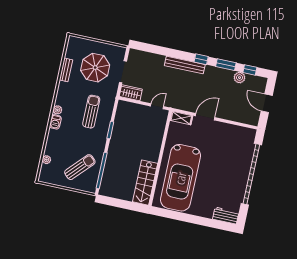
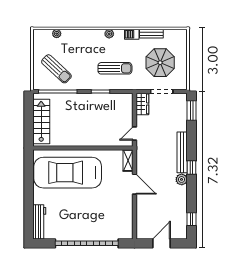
window: (226, 65) -> (192, 111), moved
plant: (240, 78) -> (182, 179), moved
door: (157, 106) -> (135, 133), swing flipped
barbecue: (55, 122) -> (132, 34), moved
stairs: (145, 183) -> (41, 121), moved, turned 90
workbench: (226, 216) -> (39, 222), width x1.38

